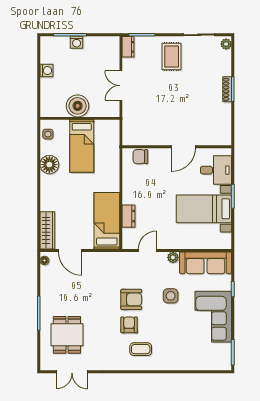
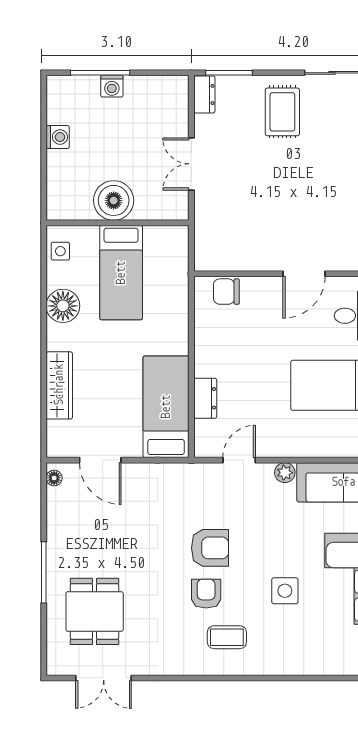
wardrobe: (47, 230) -> (59, 385), moved
side table: (171, 296) -> (285, 591), moved

